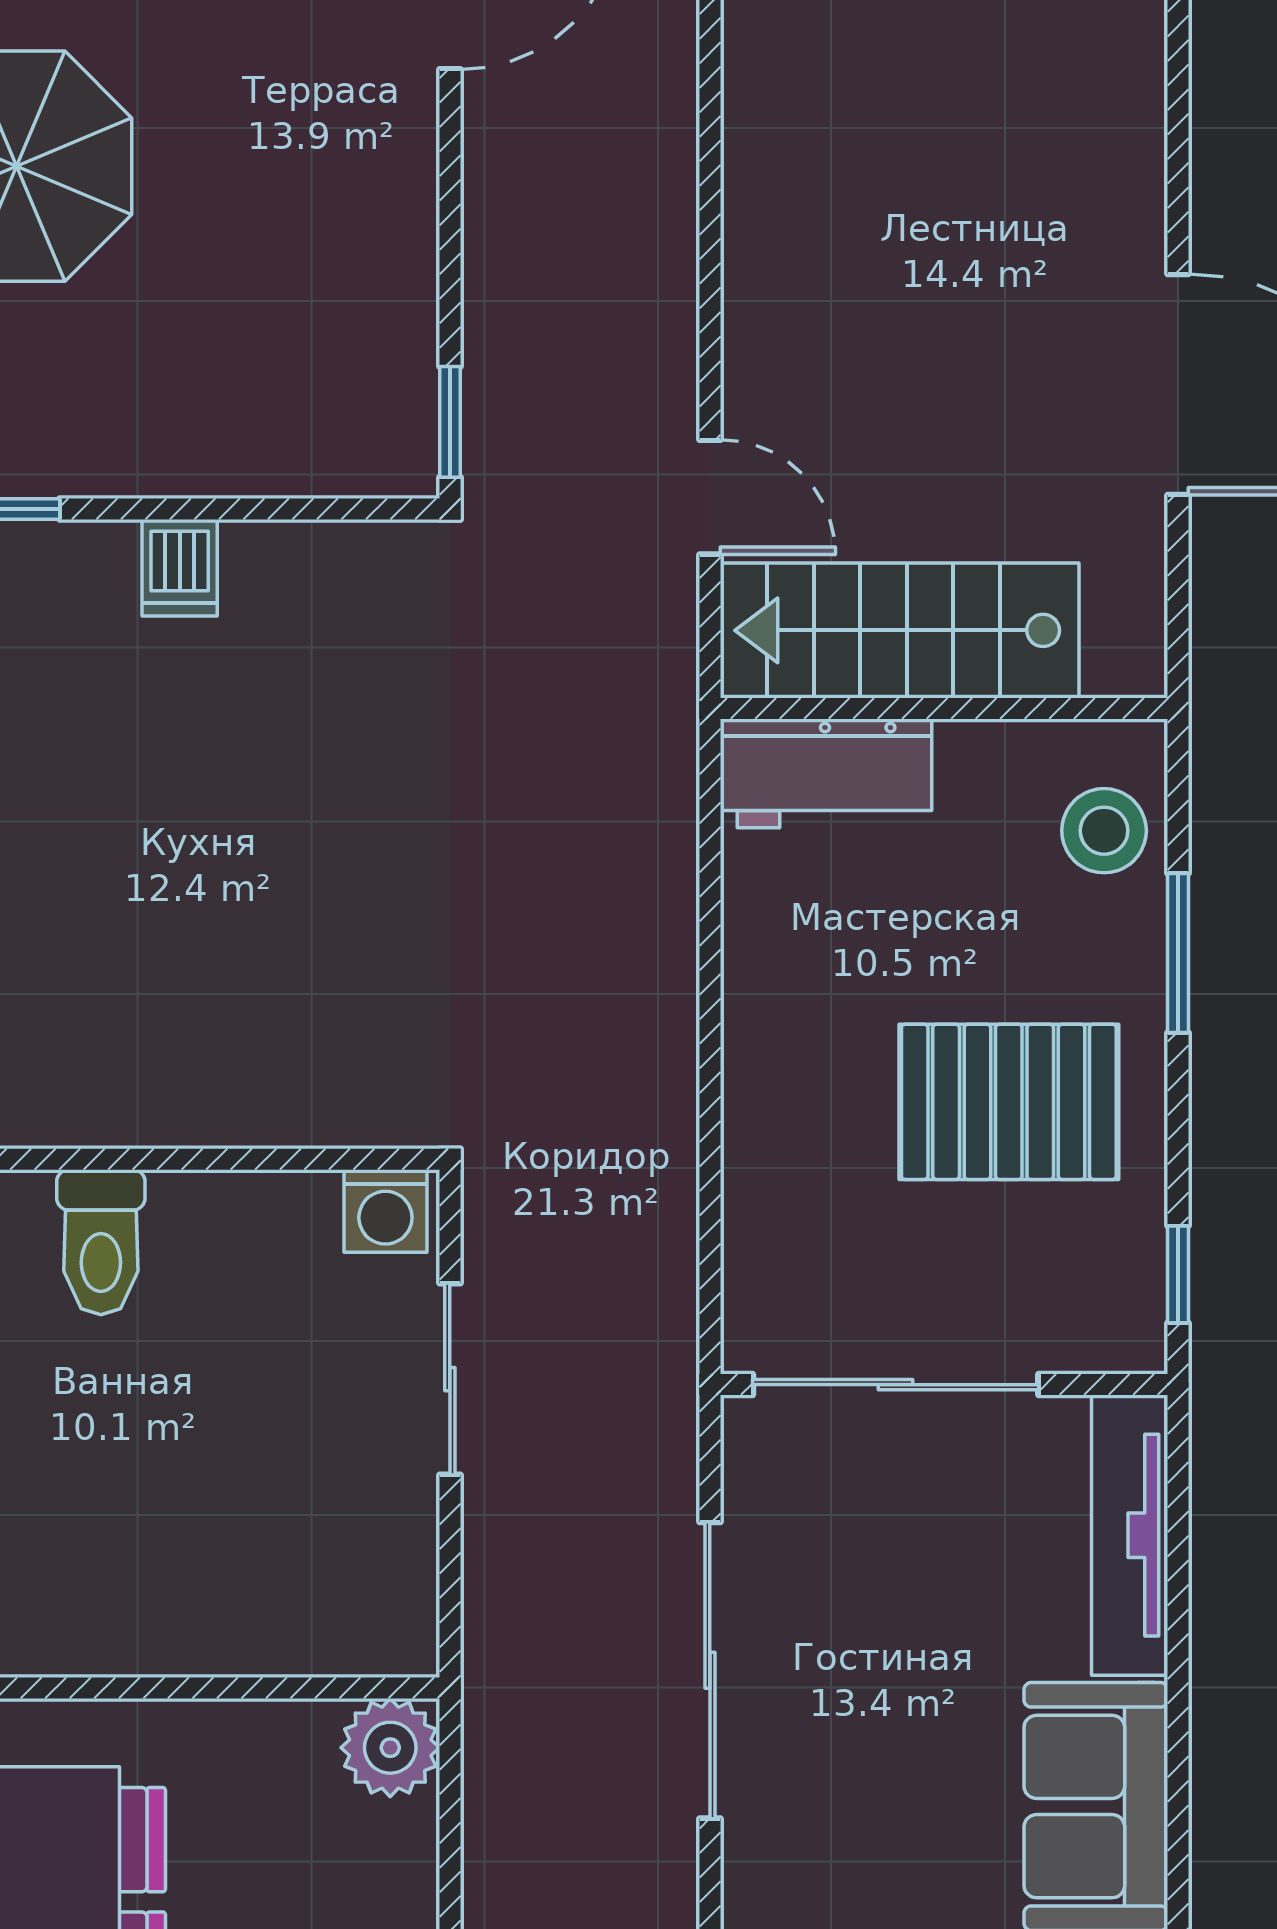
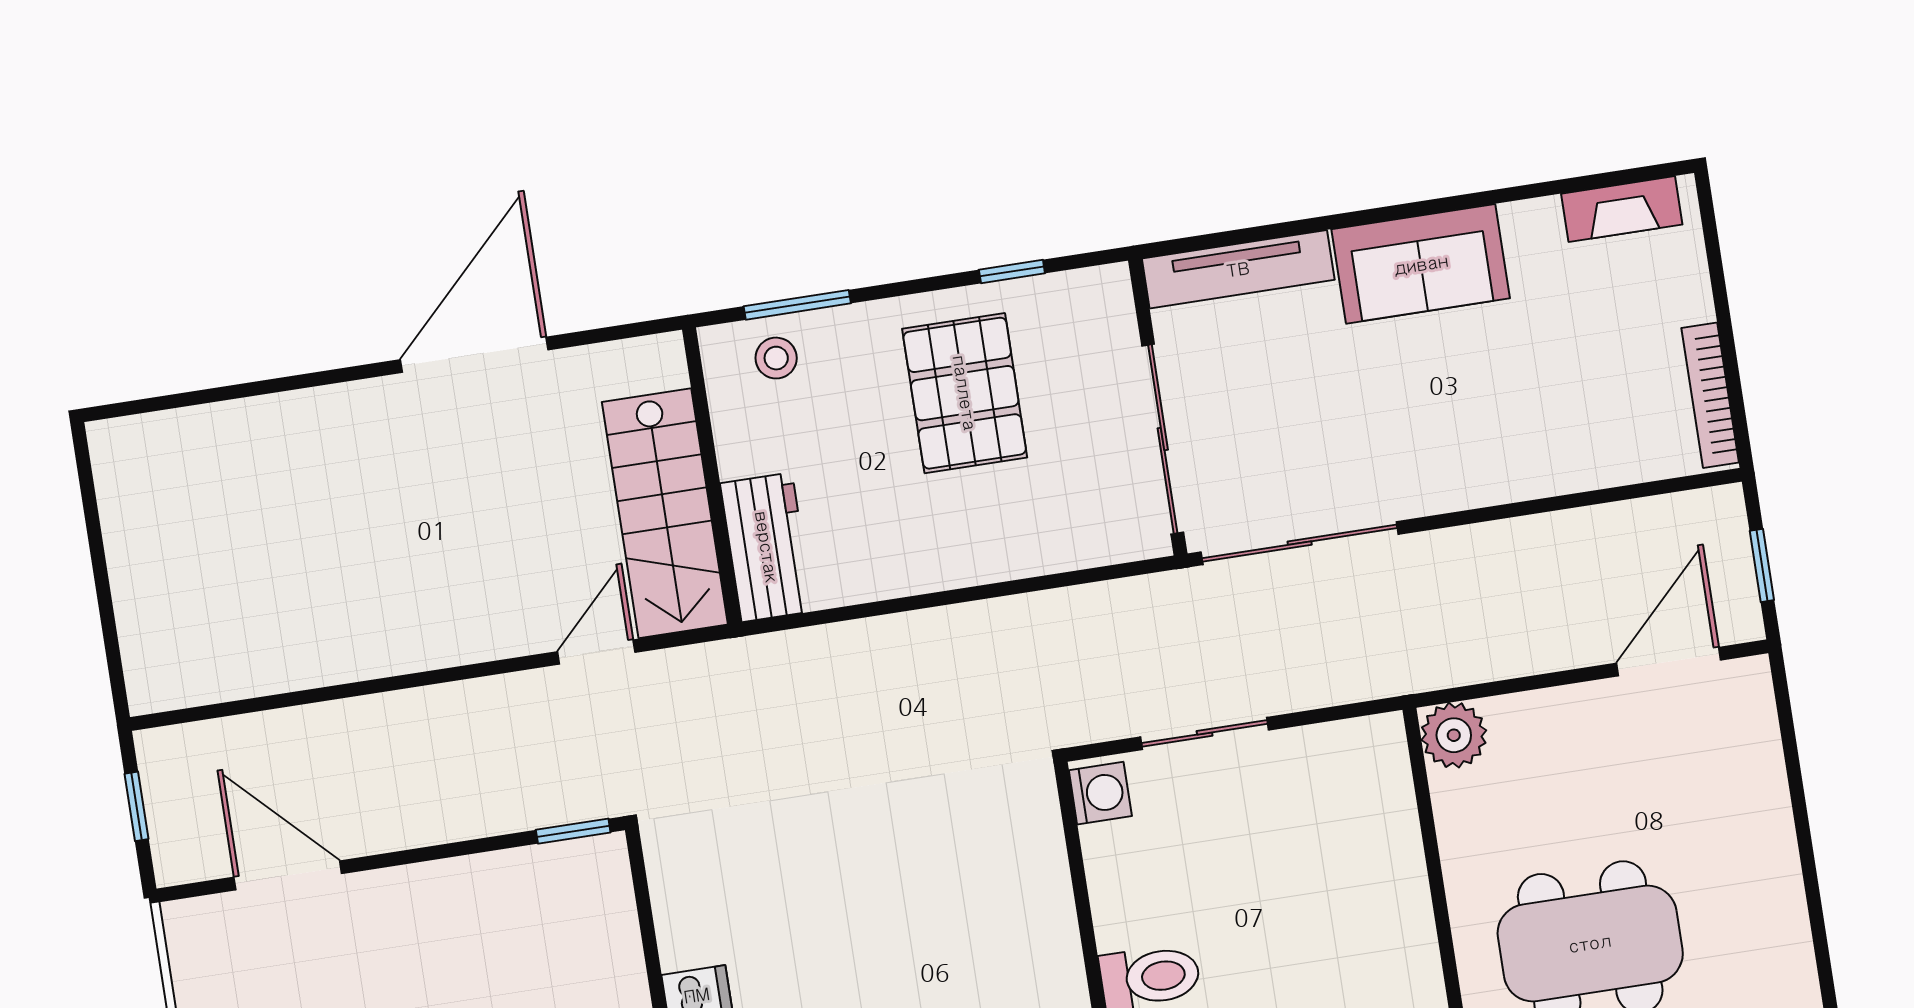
stool: (1104, 831) -> (776, 358), width x0.73, depth x0.73
window: (1178, 953) -> (797, 305), moved
window: (1178, 1274) -> (1012, 272), moved
sliding door: (710, 1670) -> (1300, 543), moved

